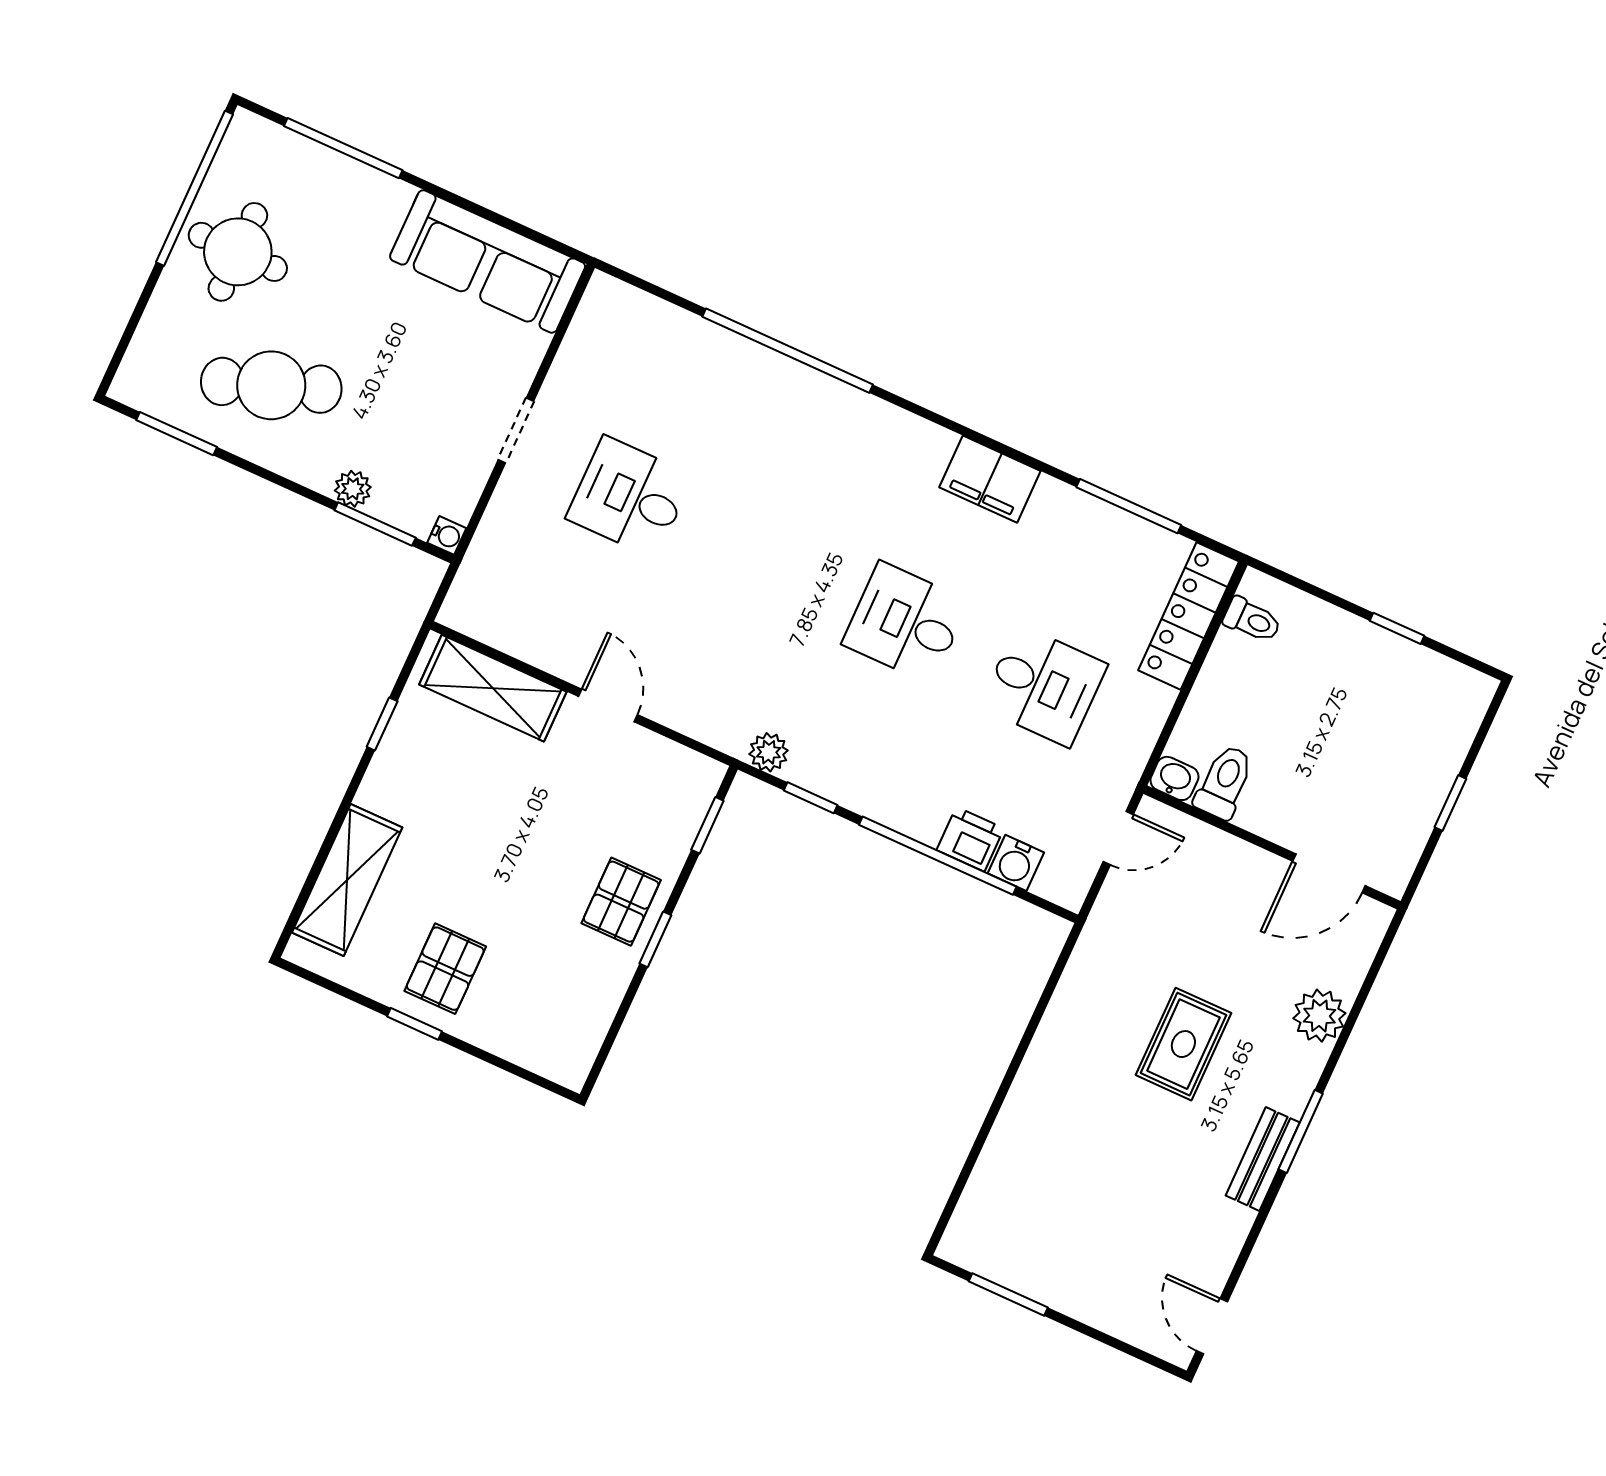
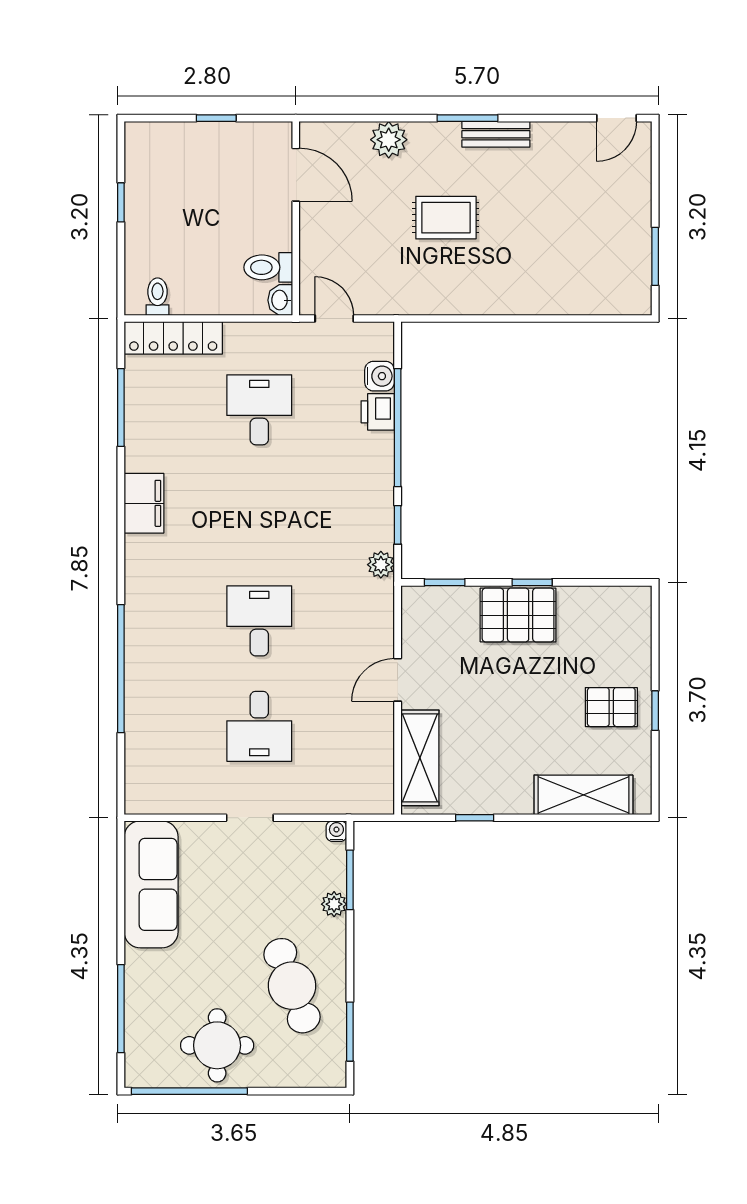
desk: (906, 623) -> (259, 621), moved, turned 180
pallet: (621, 902) -> (518, 615), width x1.50, depth x1.42

